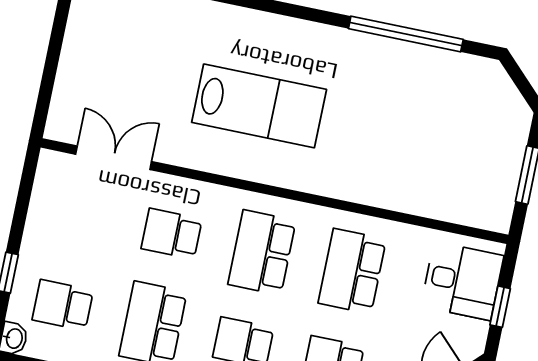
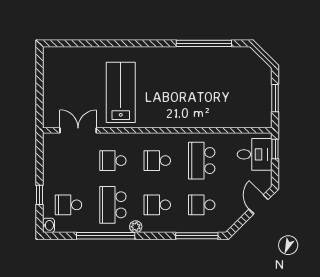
lab bench: (259, 106) -> (121, 92), moved, turned -90
school desk: (262, 252) -> (157, 161), width x0.54
window: (500, 307) -> (275, 149), moved

